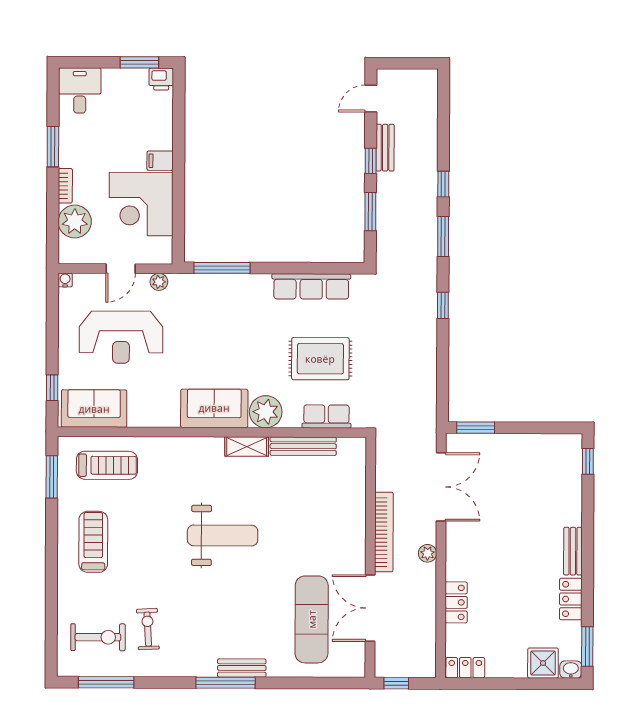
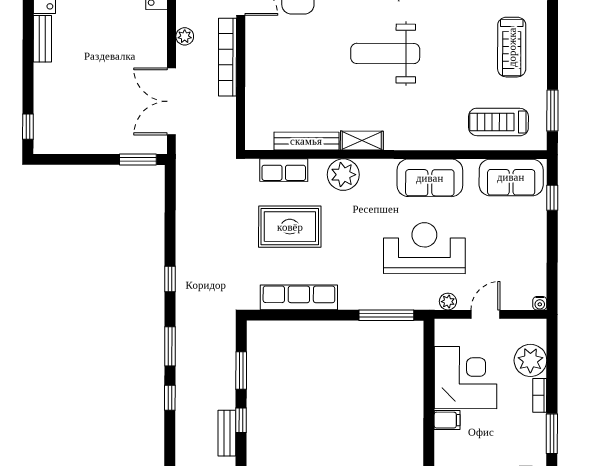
reception desk: (121, 337) -> (424, 248), moved
sofa: (214, 408) -> (430, 178), moved

